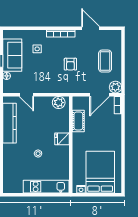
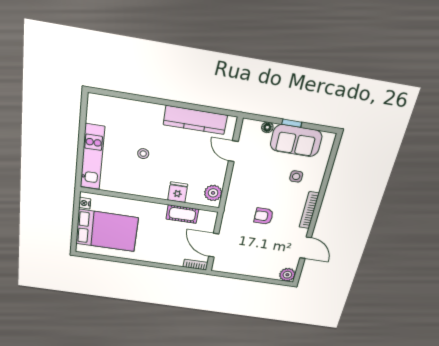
door: (91, 28) -> (306, 248), hinge flipped
coffee table: (105, 61) -> (257, 258), removed
plant: (115, 87) -> (287, 275), moved
door: (26, 95) -> (233, 151), hinge flipped
fridge: (62, 139) -> (178, 192), moved

